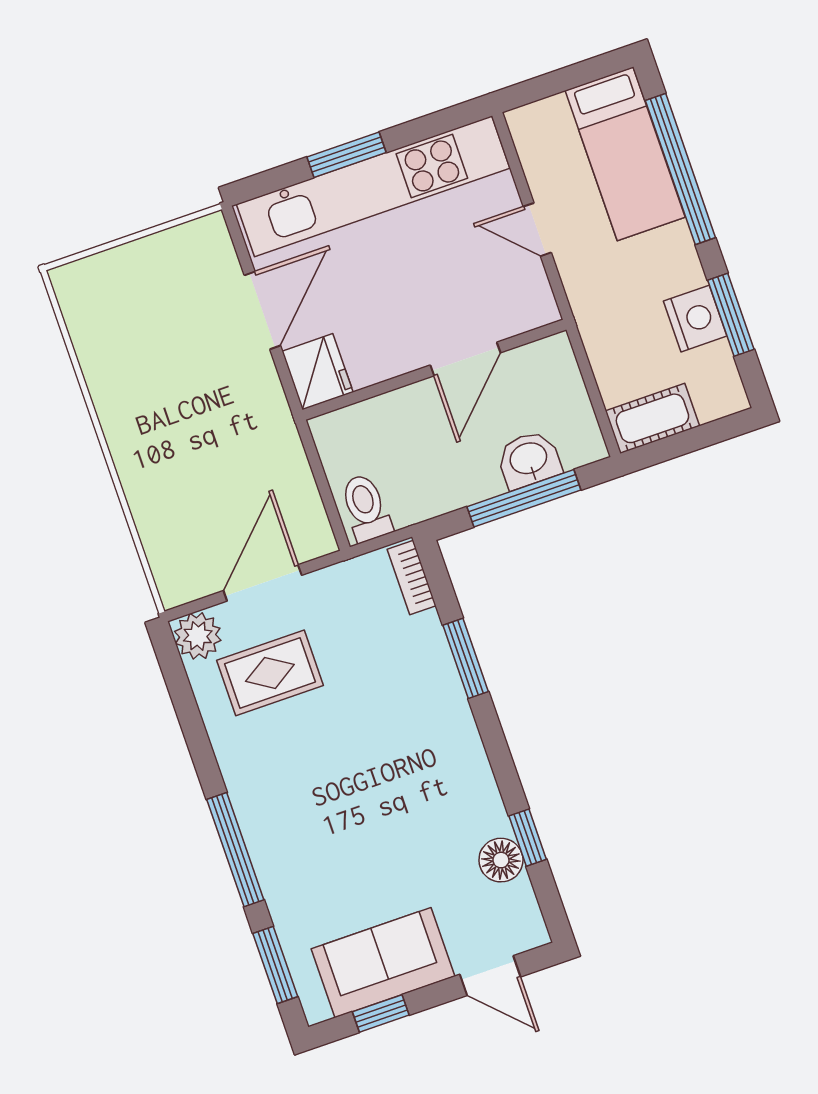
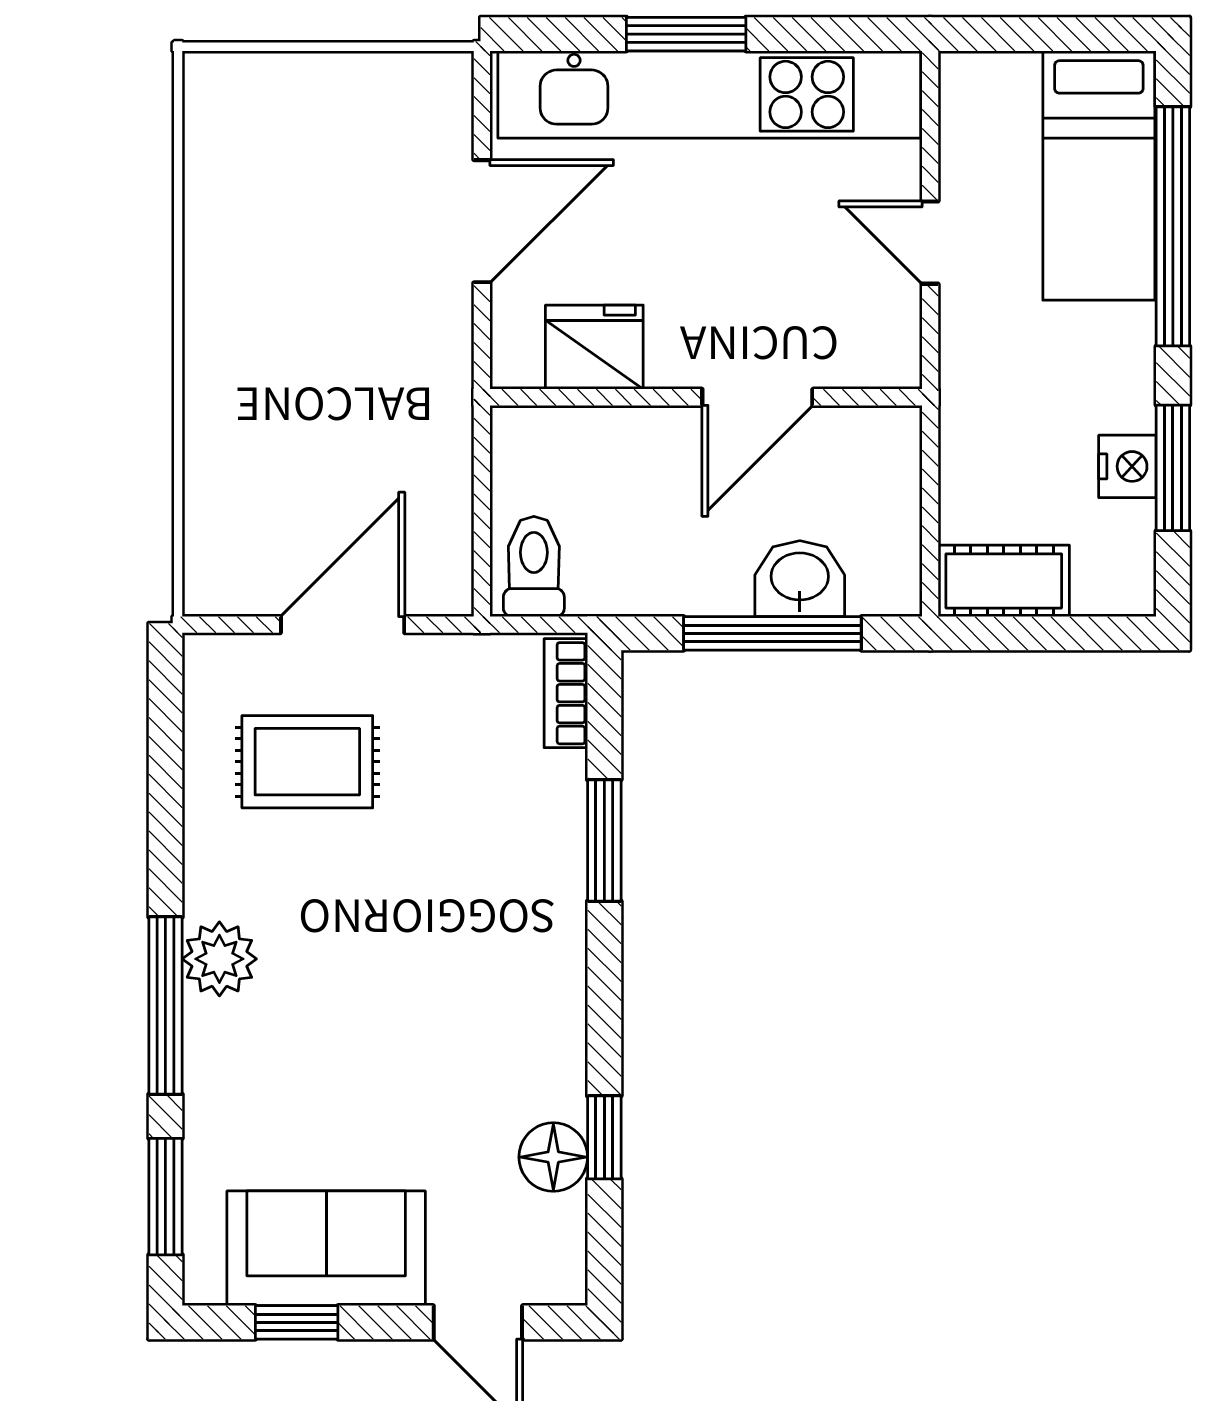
nightstand: (695, 319) -> (1127, 466), width x0.74, depth x0.75
fridge: (318, 372) -> (594, 347), moved, turned -90
plant: (198, 636) -> (219, 959), moved

